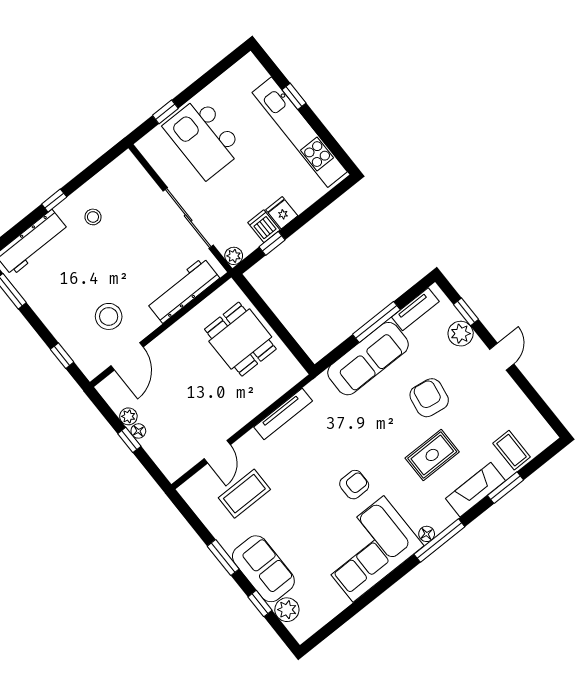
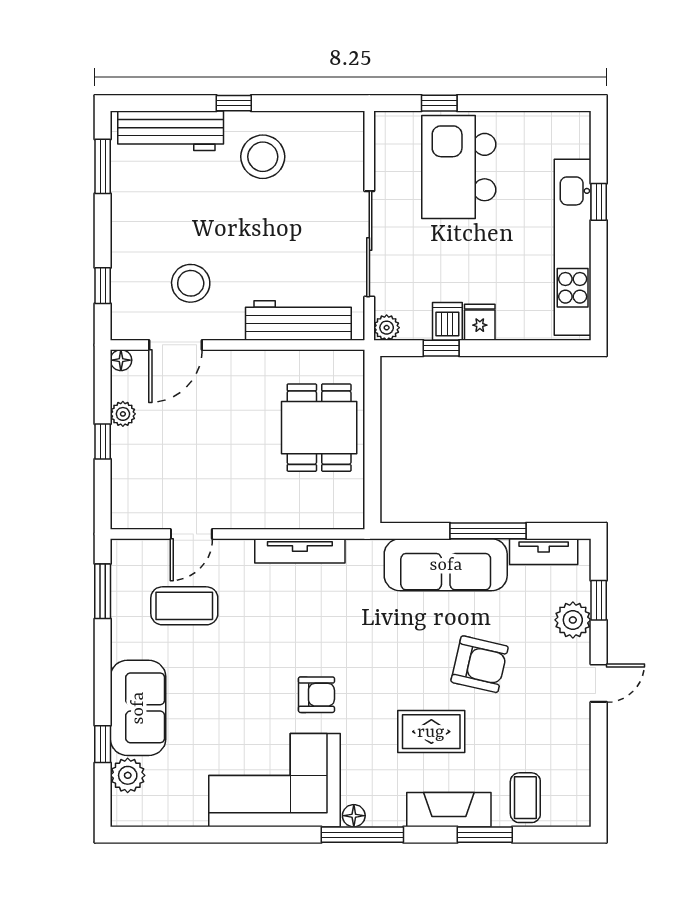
stool: (93, 217) -> (263, 157), width x1.89, depth x1.89
armchair: (429, 398) -> (480, 664), turned 94
floor lamp: (138, 431) -> (121, 360), moved
window: (223, 558) -> (103, 591), moved

